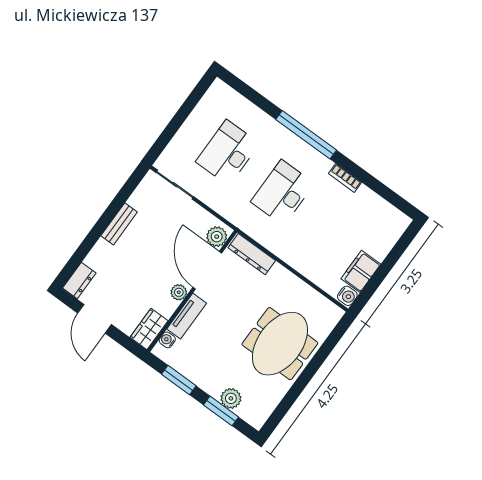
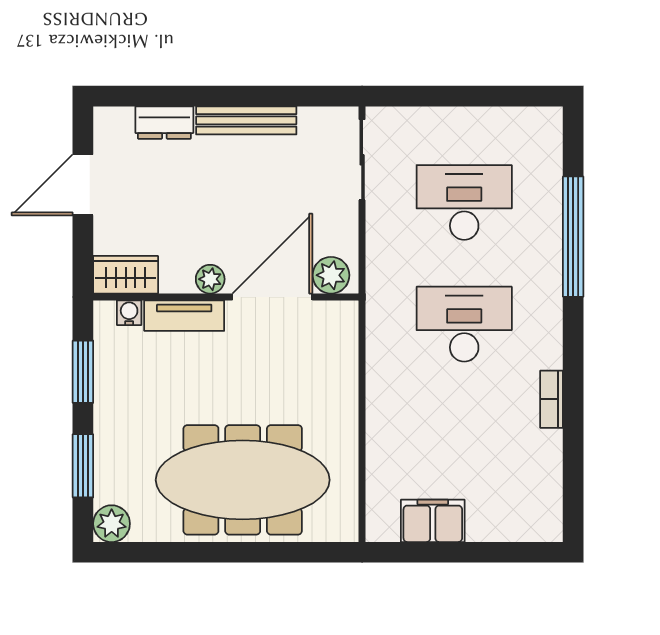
window: (306, 135) -> (573, 237), moved
bench: (119, 224) -> (246, 120), width x1.36
dresser: (252, 254) -> (343, 345), removed
dresser: (79, 281) -> (164, 123), moved
water cooler: (347, 296) -> (383, 527), removed
meeting table: (280, 344) -> (243, 480), width x1.36
plant: (231, 398) -> (112, 524), moved

